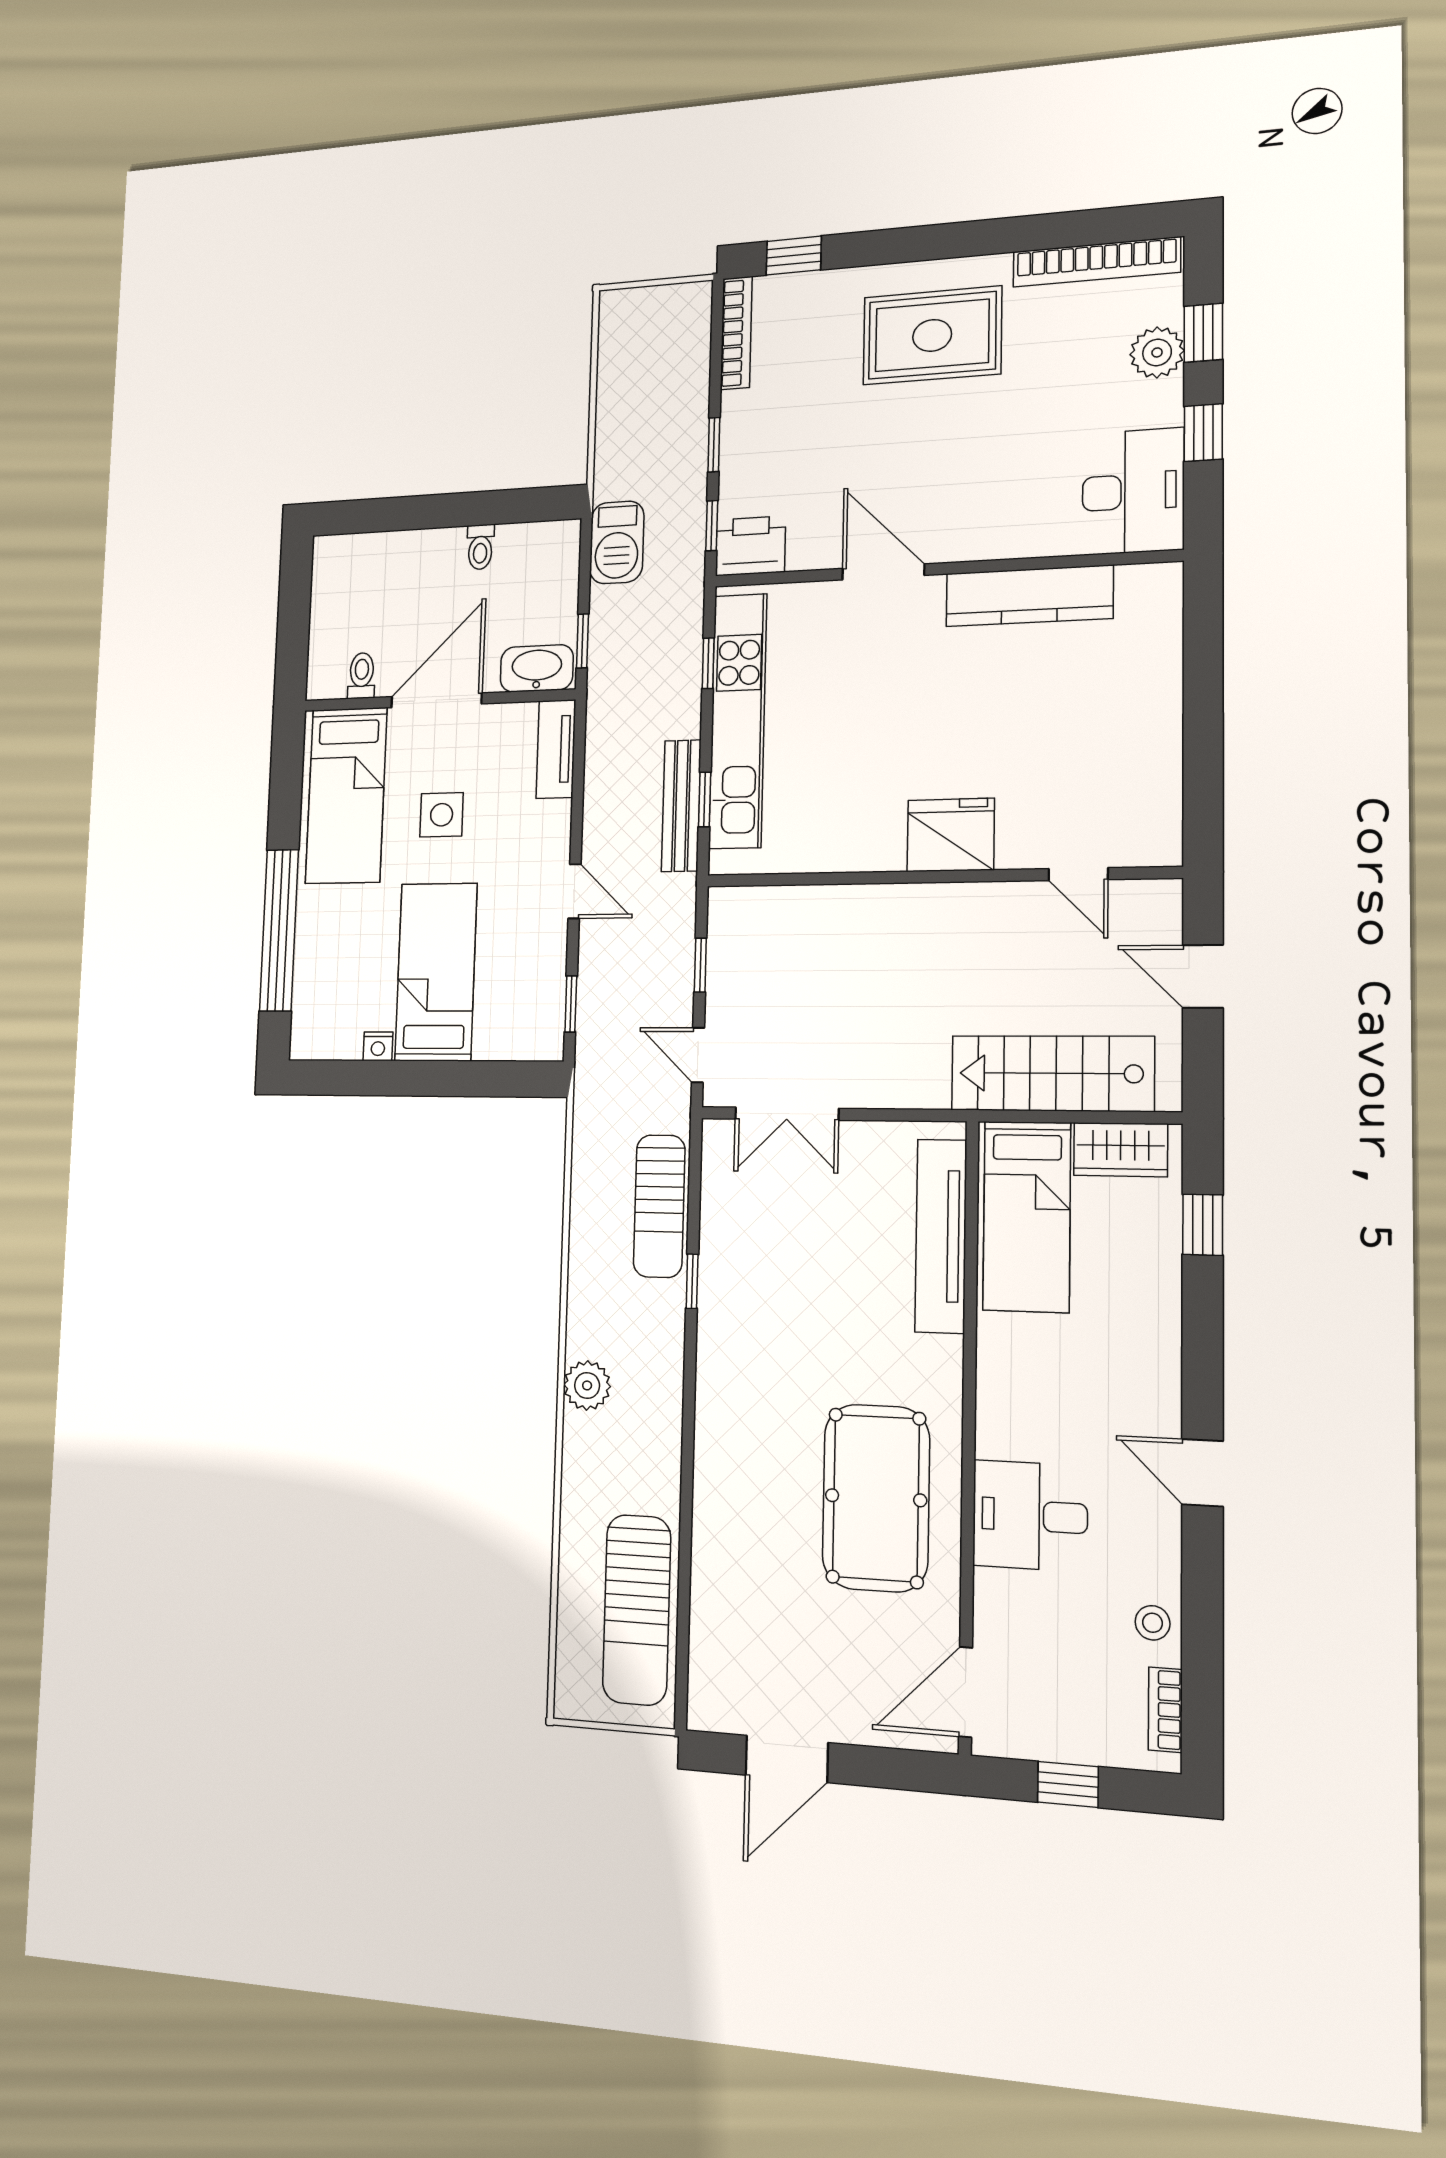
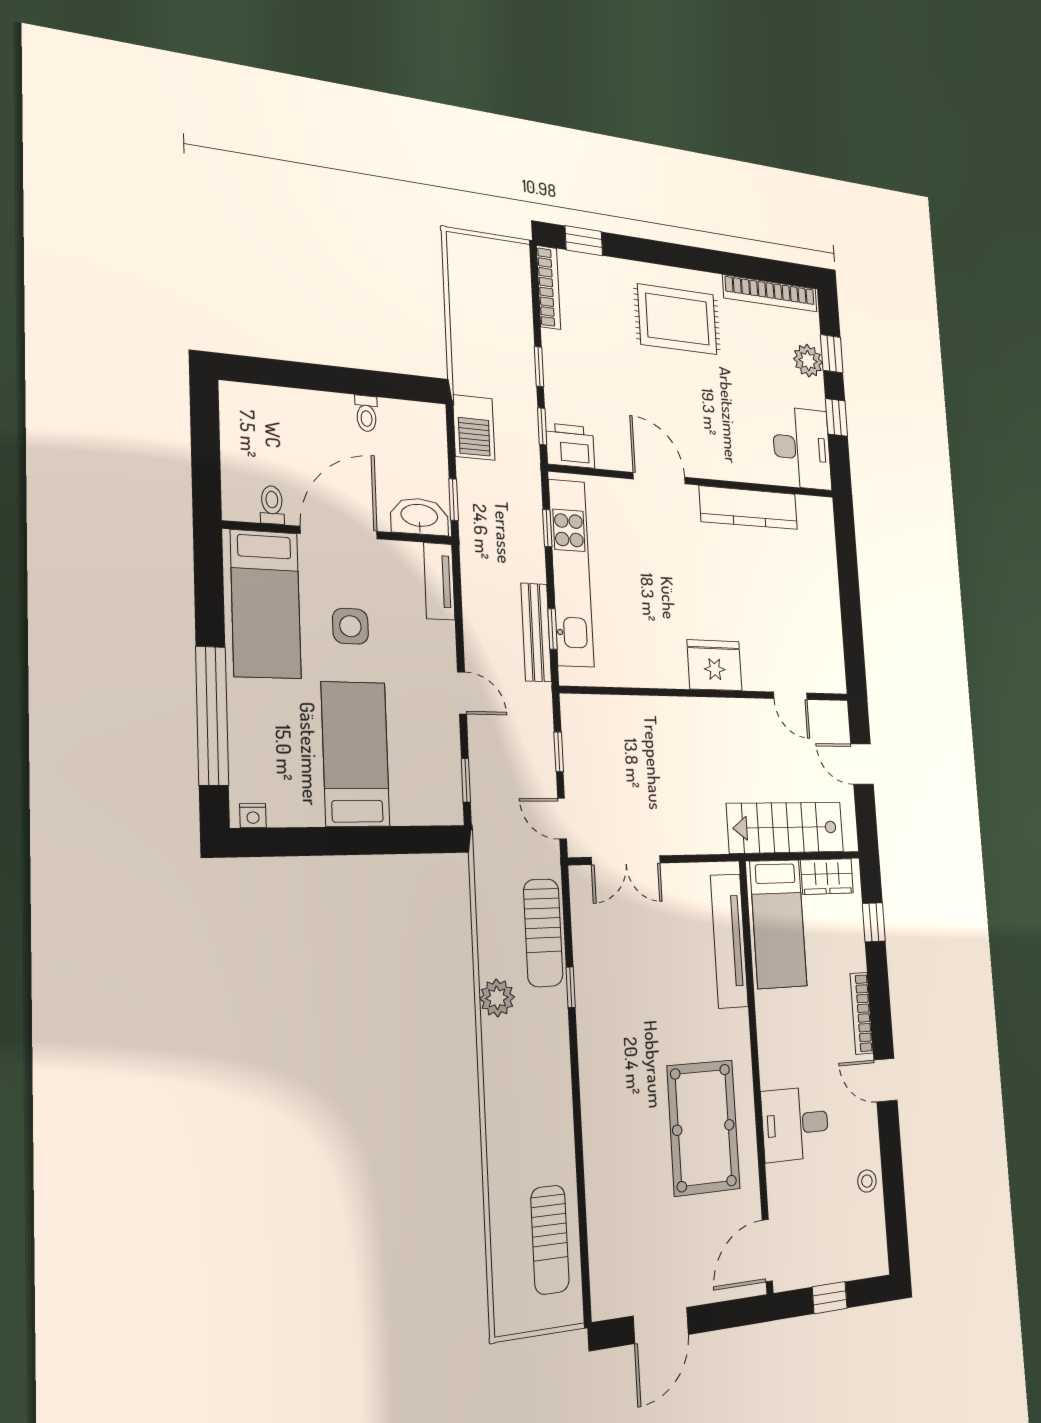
nightstand: (378, 1046) -> (253, 816), moved
plant: (587, 1385) -> (497, 998), moved
sun lounger: (637, 1610) -> (550, 1240), width x0.73, depth x0.75
bookcase: (1165, 1710) -> (862, 1013), moved, width x1.56

